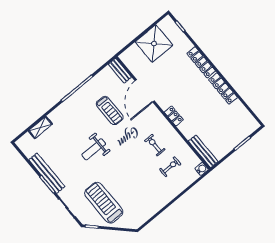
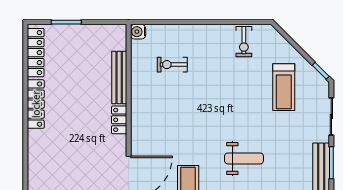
locker: (201, 62) -> (36, 53), moved
exercise bike: (155, 145) -> (244, 42), moved
bench: (203, 151) -> (119, 77), moved
treadmill: (104, 203) -> (284, 87), width x0.73, depth x0.73

